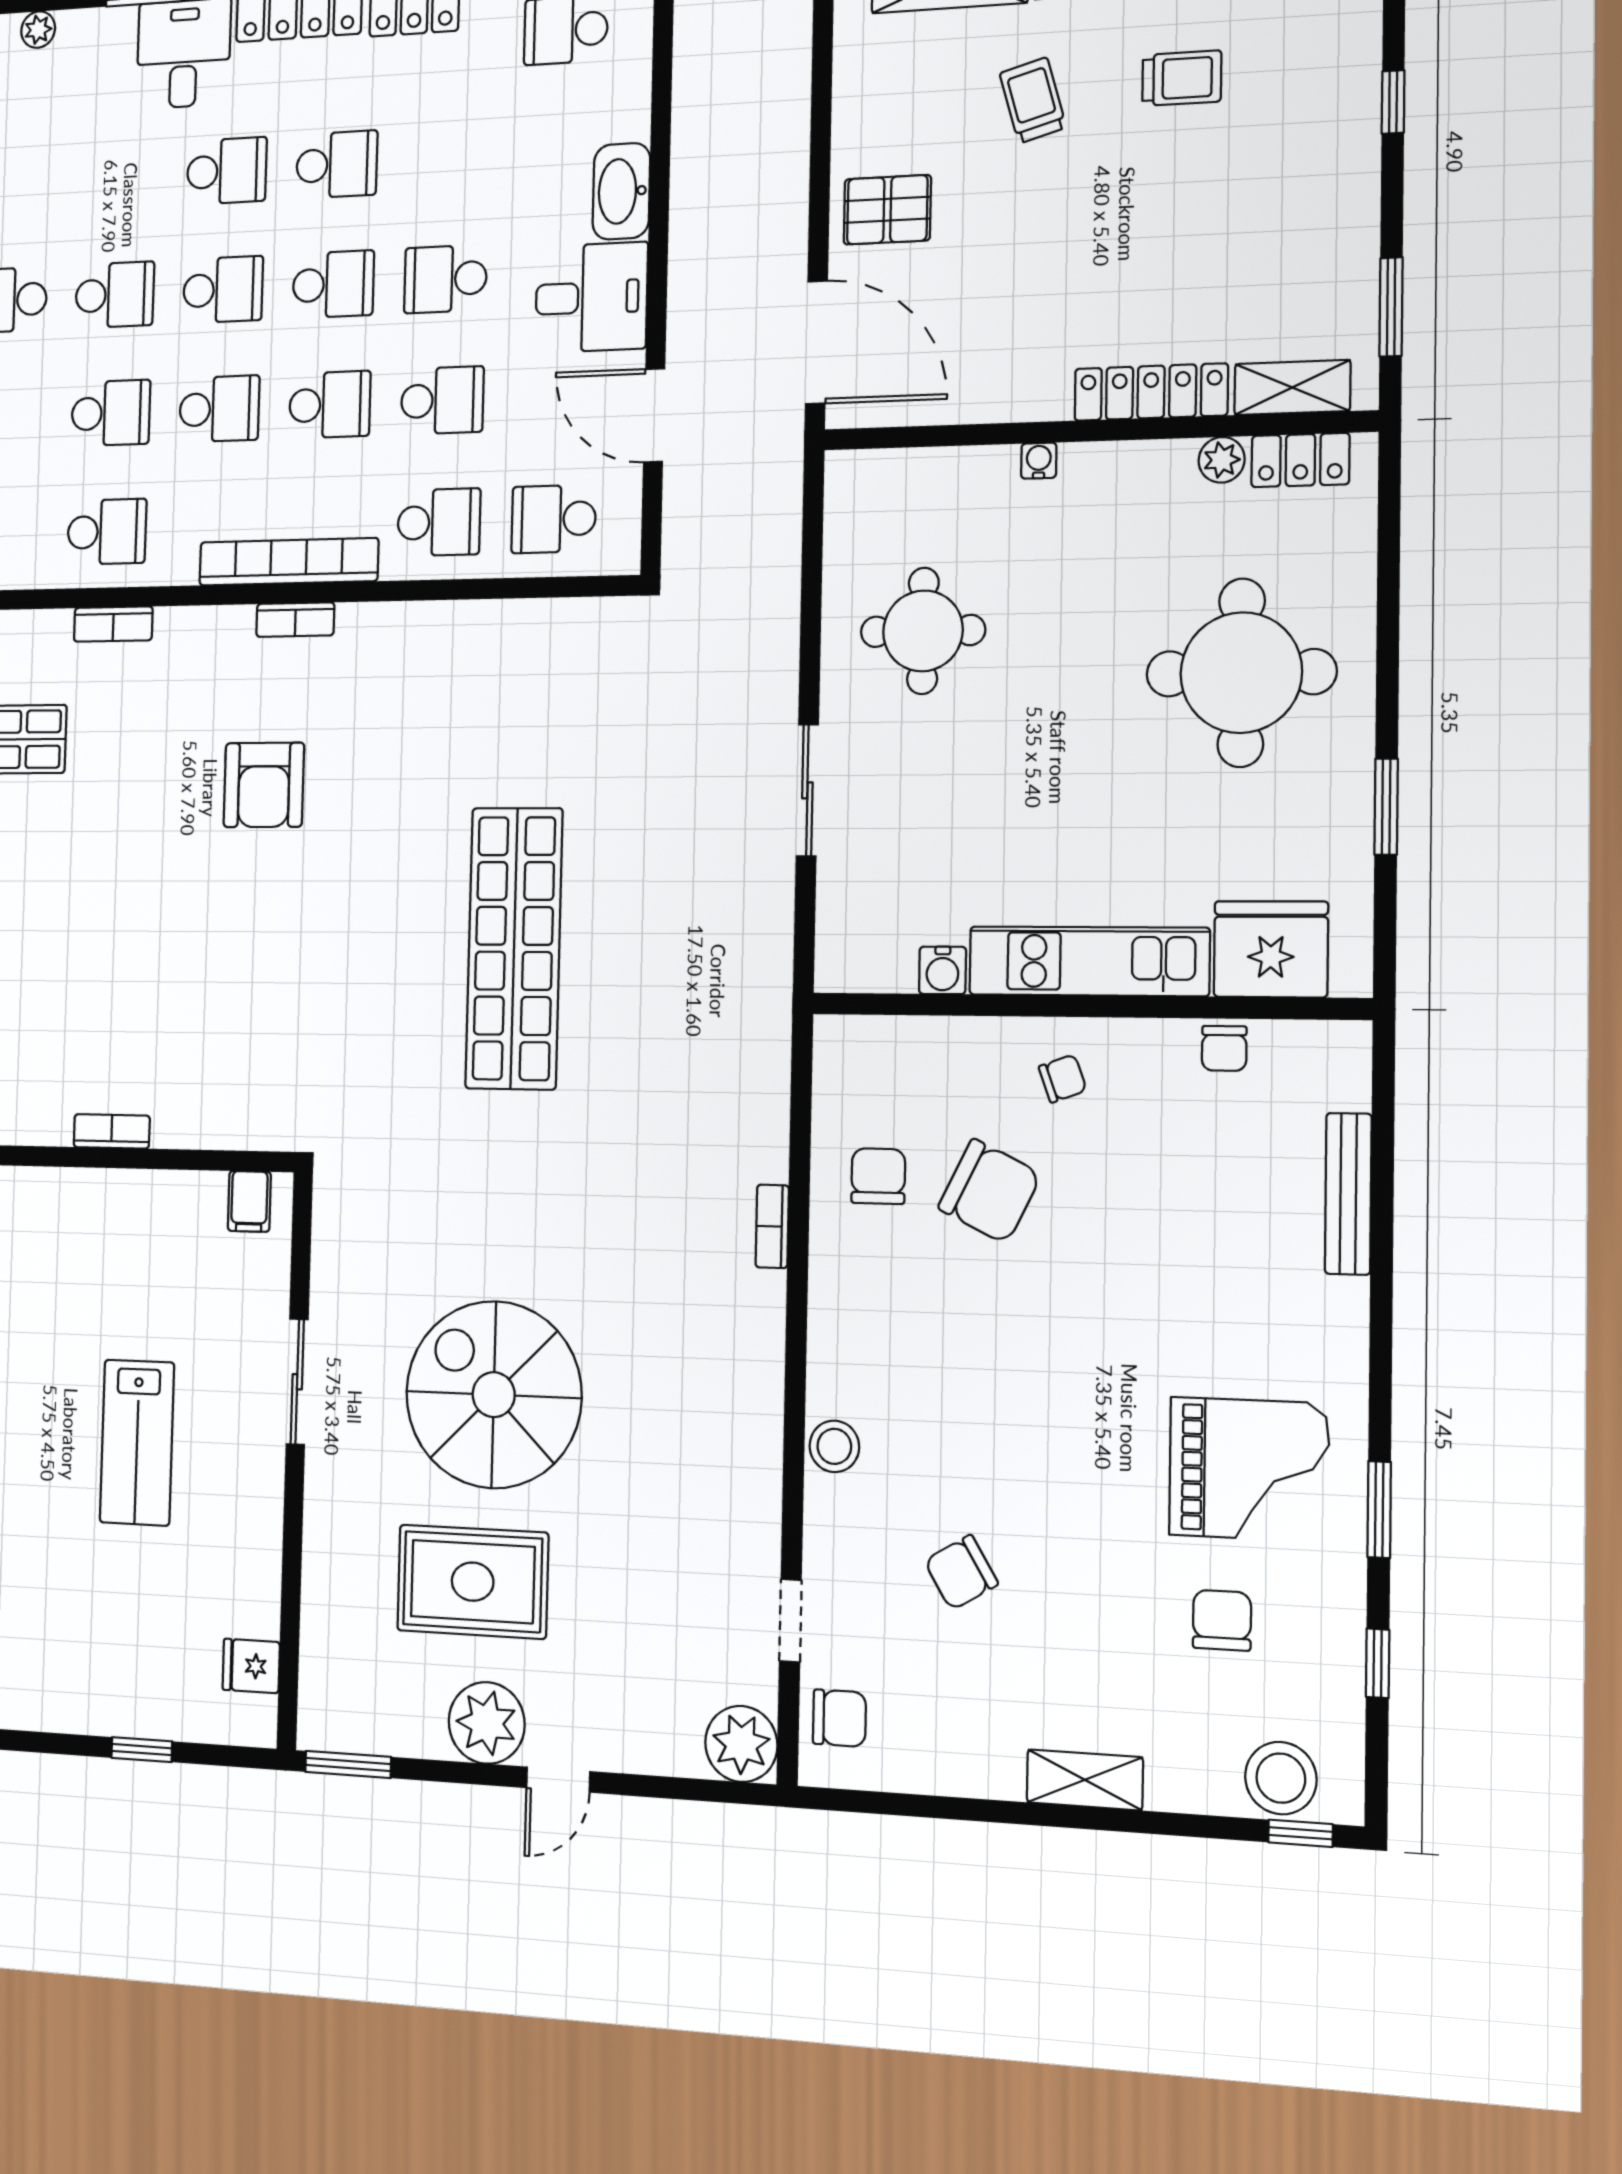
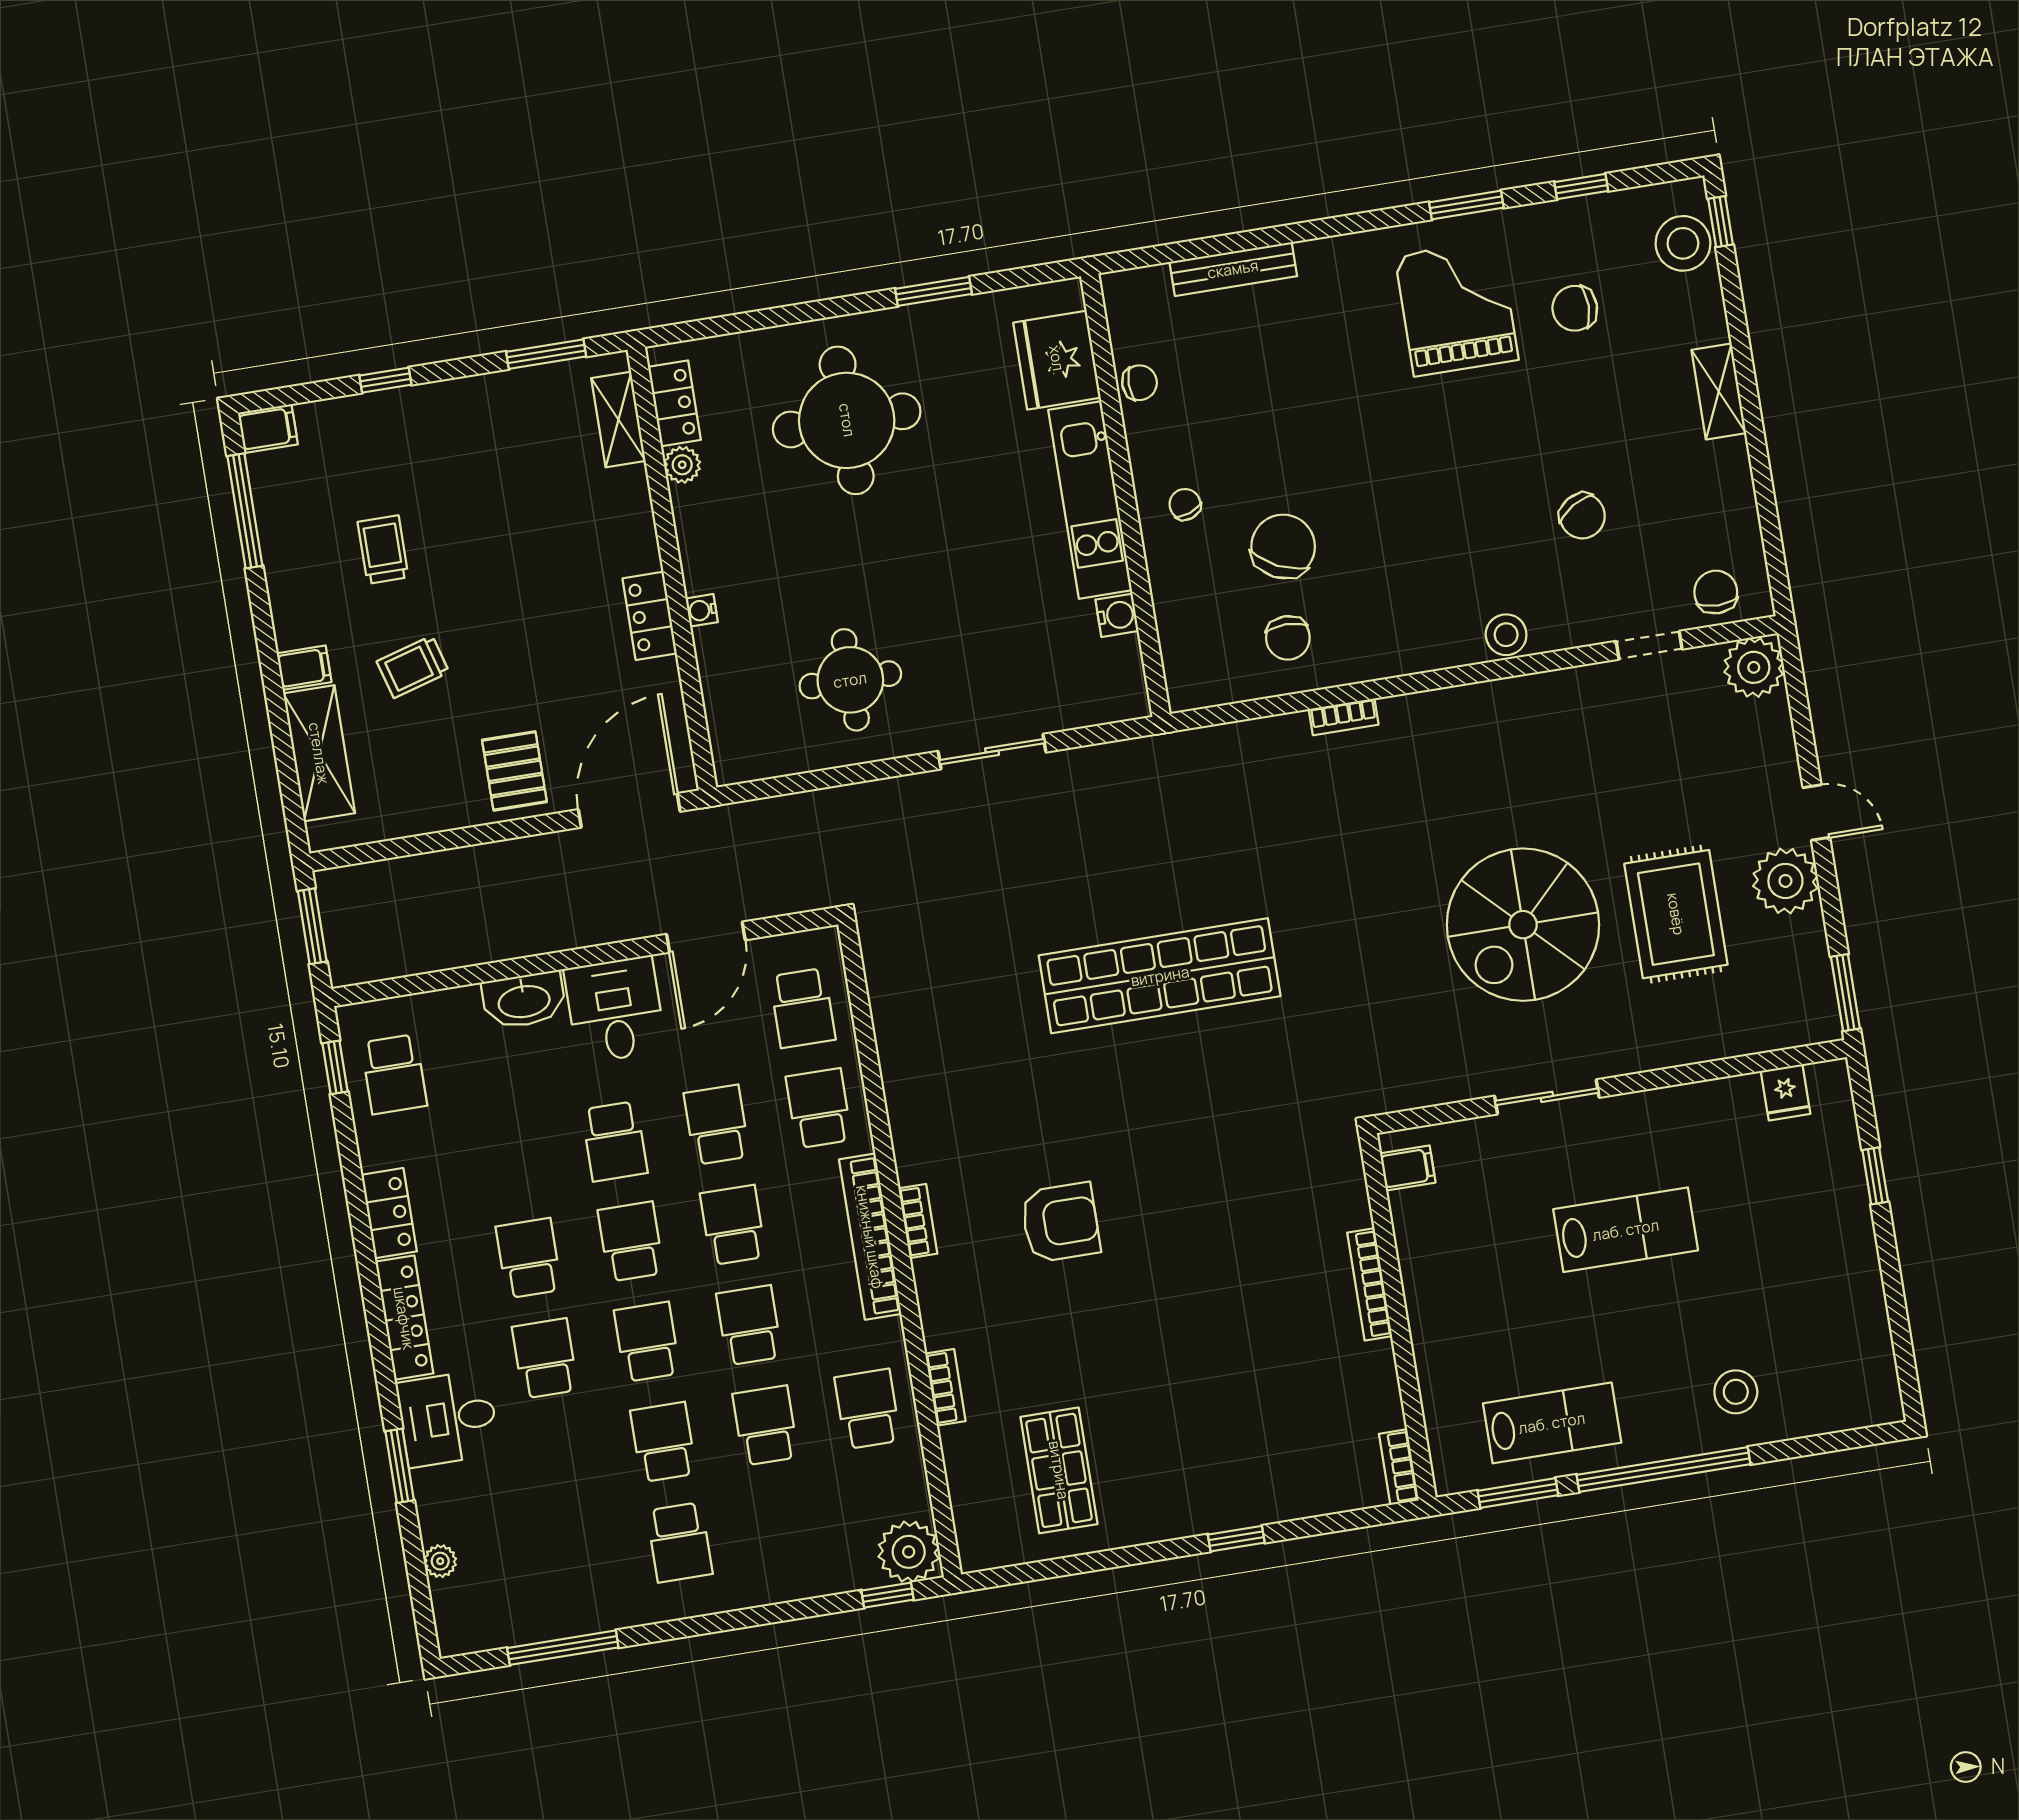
locker: (1151, 392) -> (650, 616), moved, width x0.66
bookcase: (112, 1131) -> (1370, 1284), width x1.56
chair: (878, 1176) -> (1288, 638), turned -90

